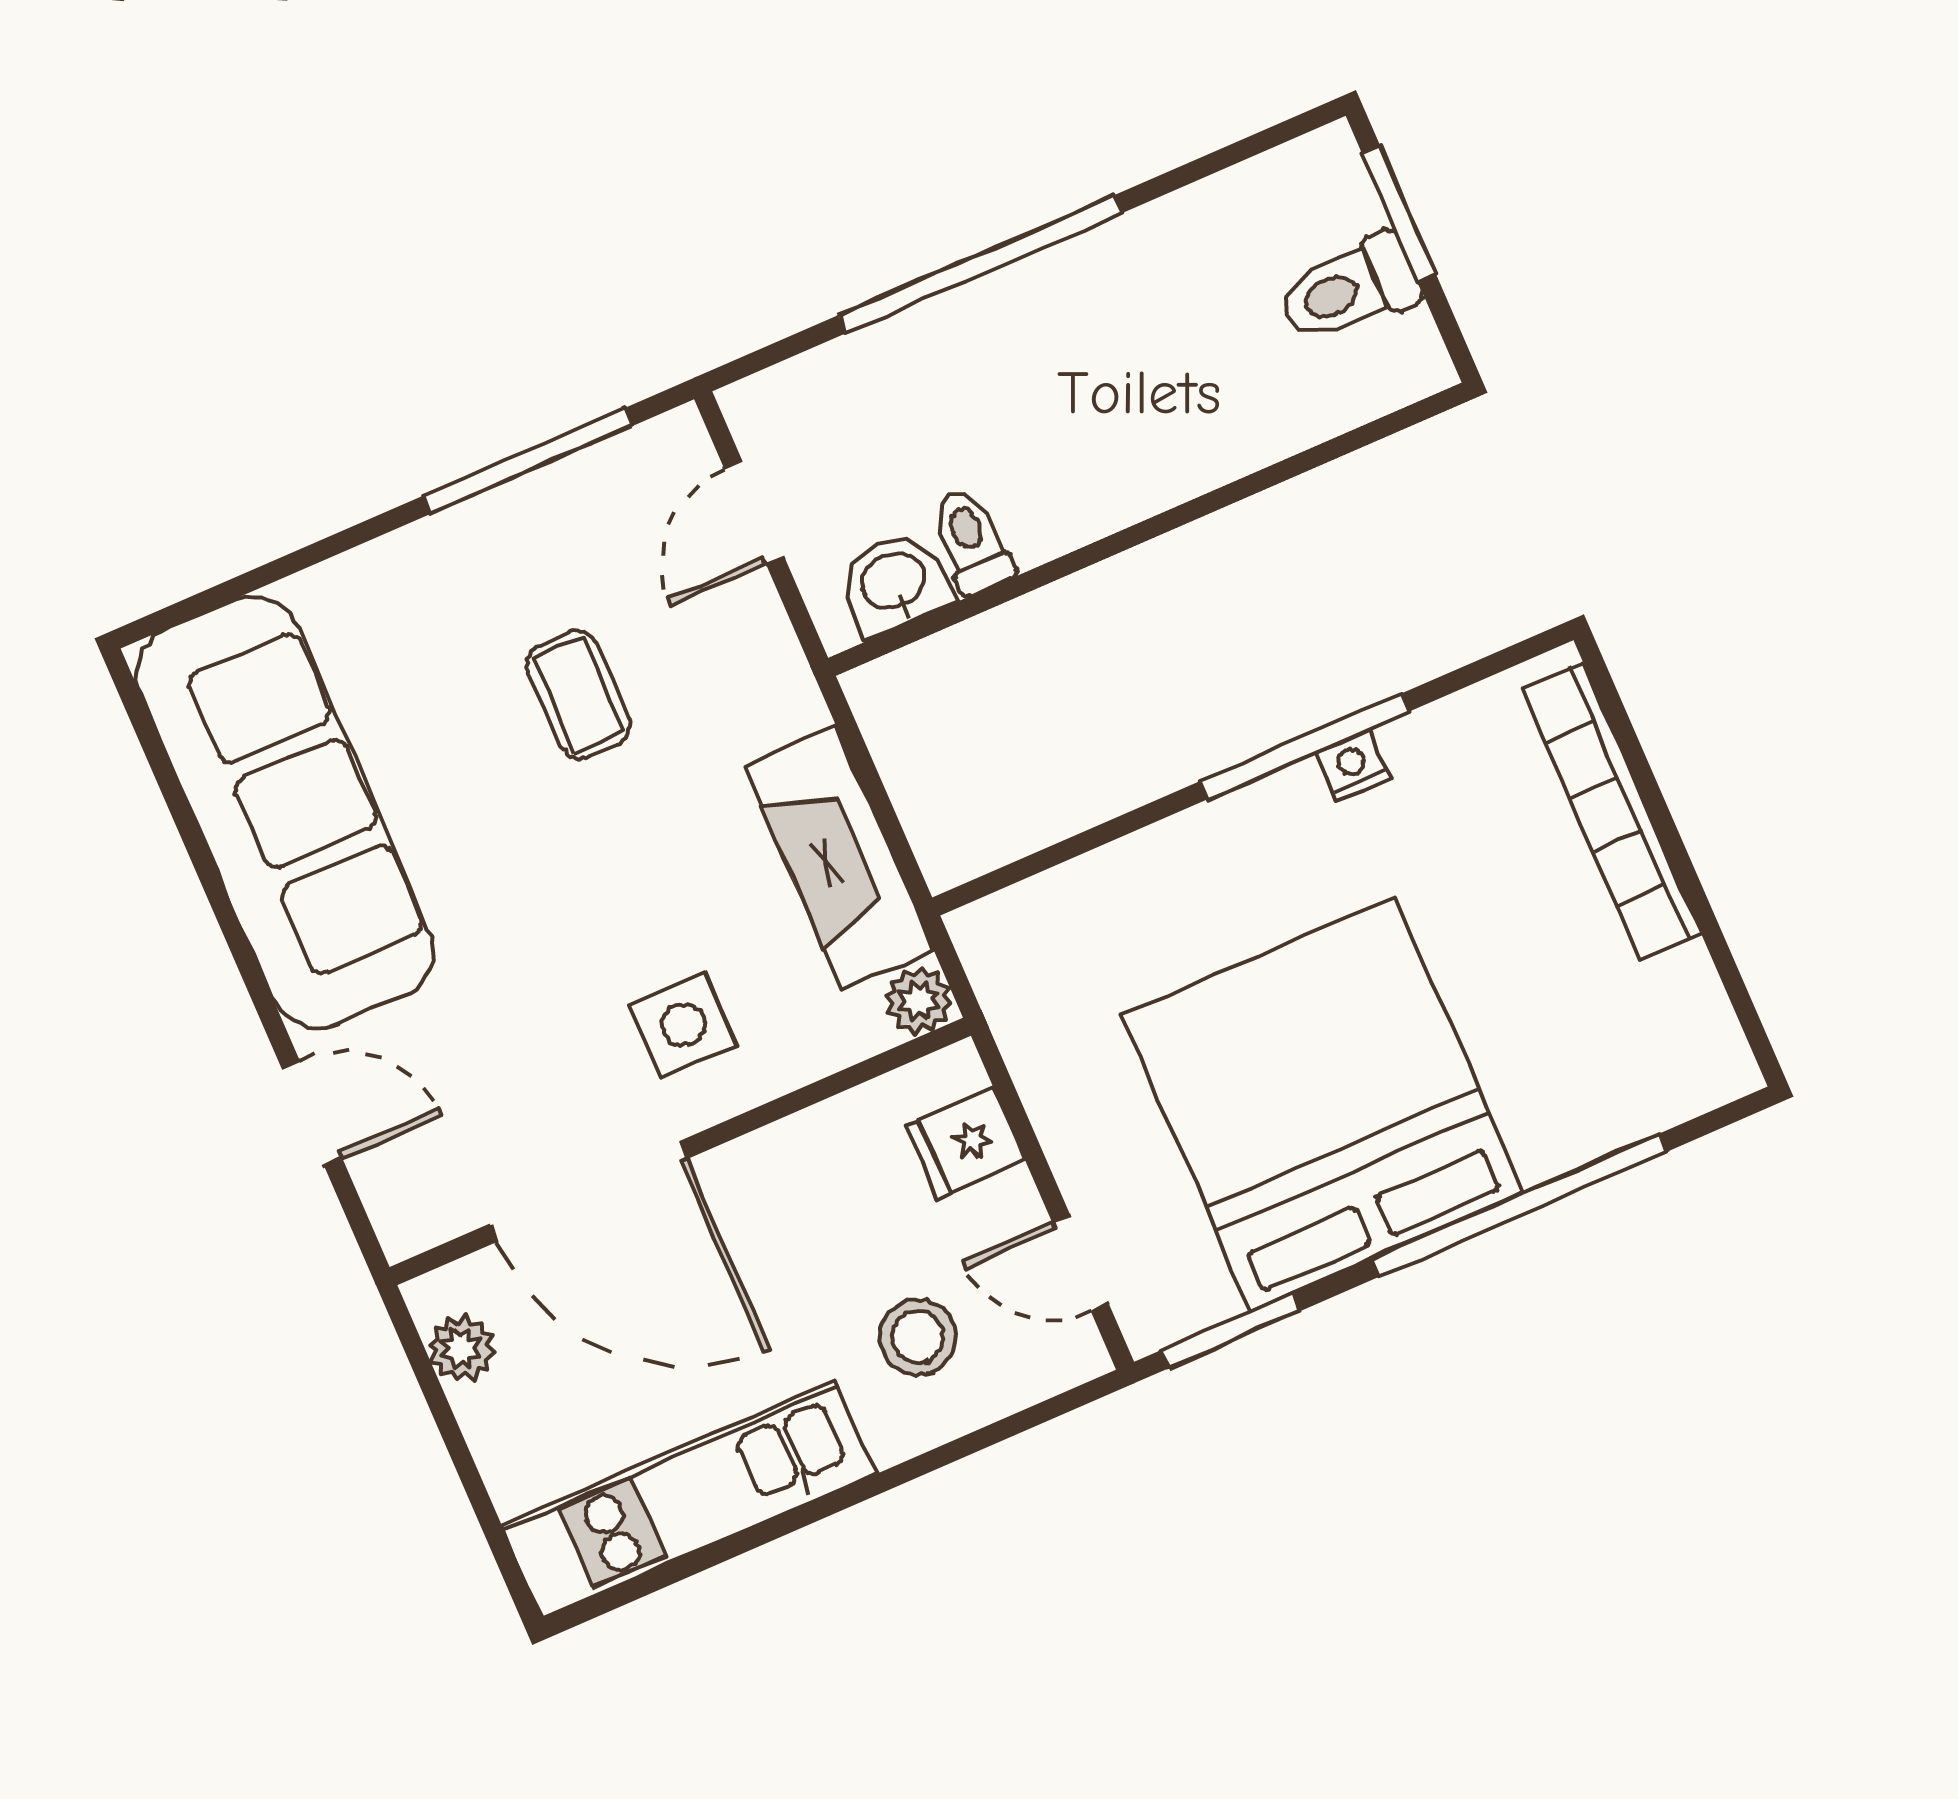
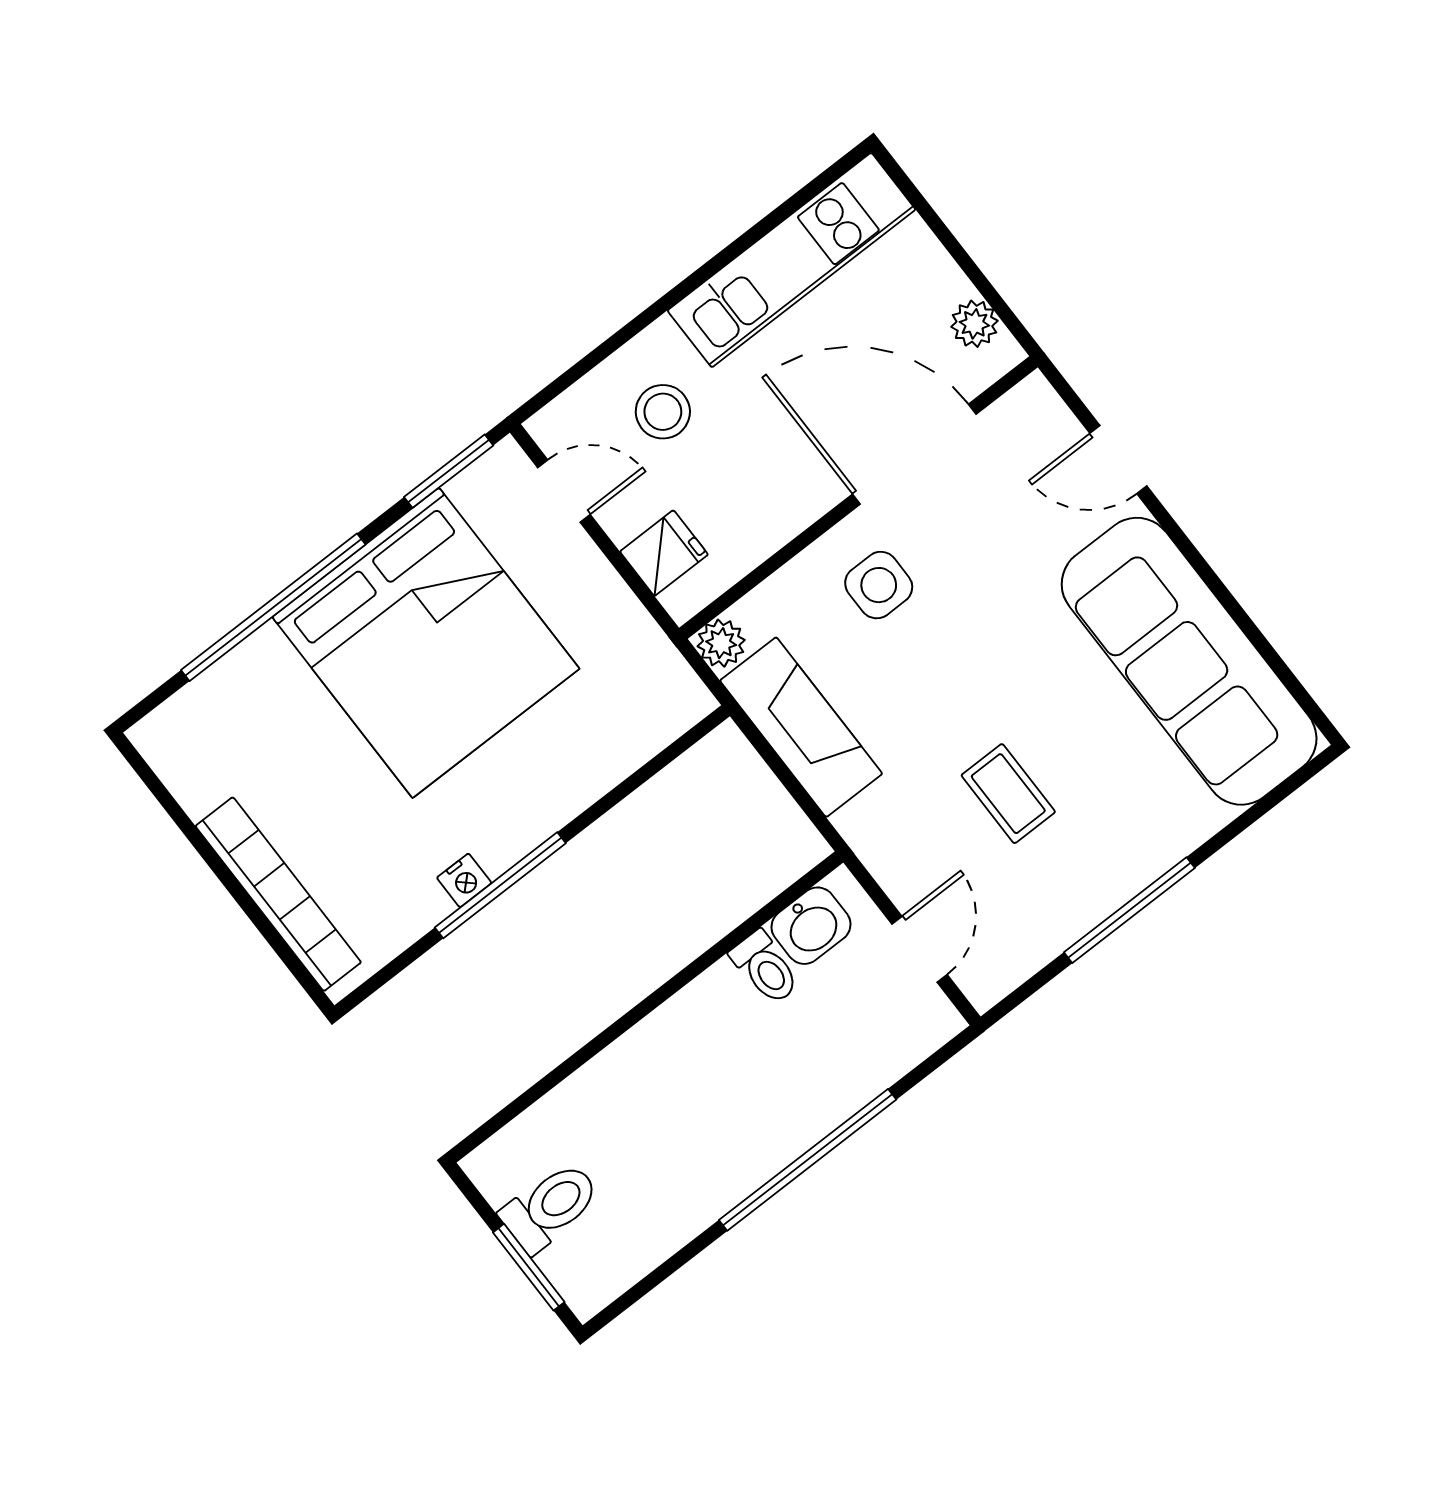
window: (528, 461) -> (1129, 910), moved

